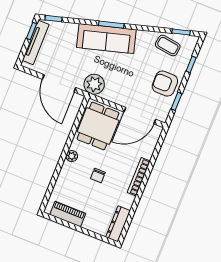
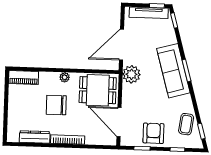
chair: (98, 175) -> (56, 105), width x1.87, depth x1.87
piano: (68, 214) -> (24, 78), moved, turned 90
dresser: (118, 224) -> (35, 137), moved

